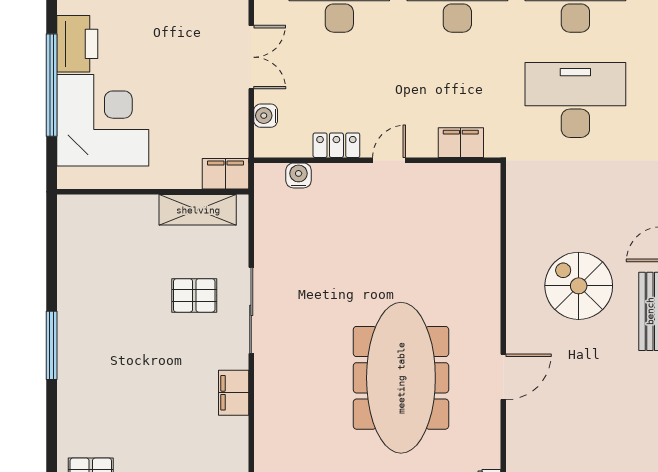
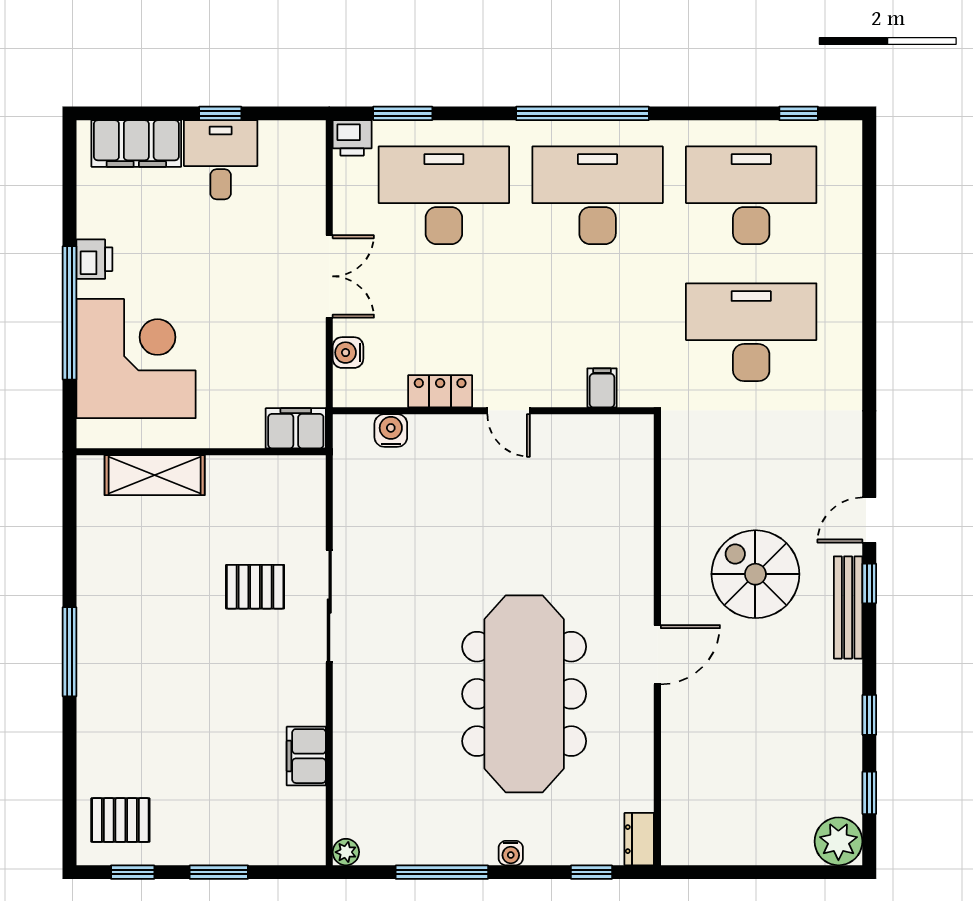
printer: (77, 44) -> (94, 259), width x0.53, depth x0.68
filing cabinet: (461, 143) -> (602, 388), width x0.50
door: (389, 160) -> (509, 411), swing flipped
shelving: (198, 210) -> (155, 475), moved
door: (503, 377) -> (657, 655), moved
filing cabinet: (234, 393) -> (306, 756), moved

